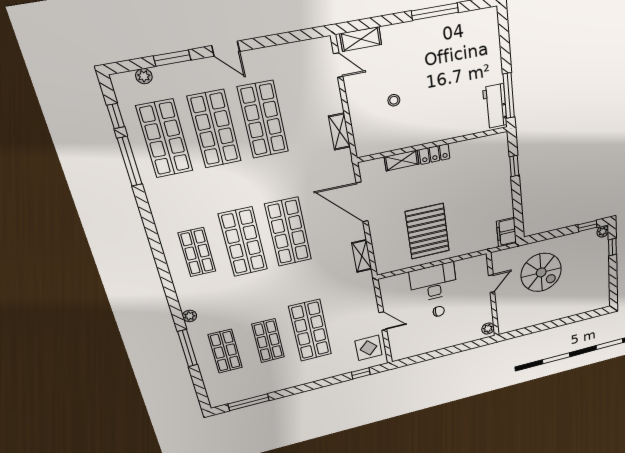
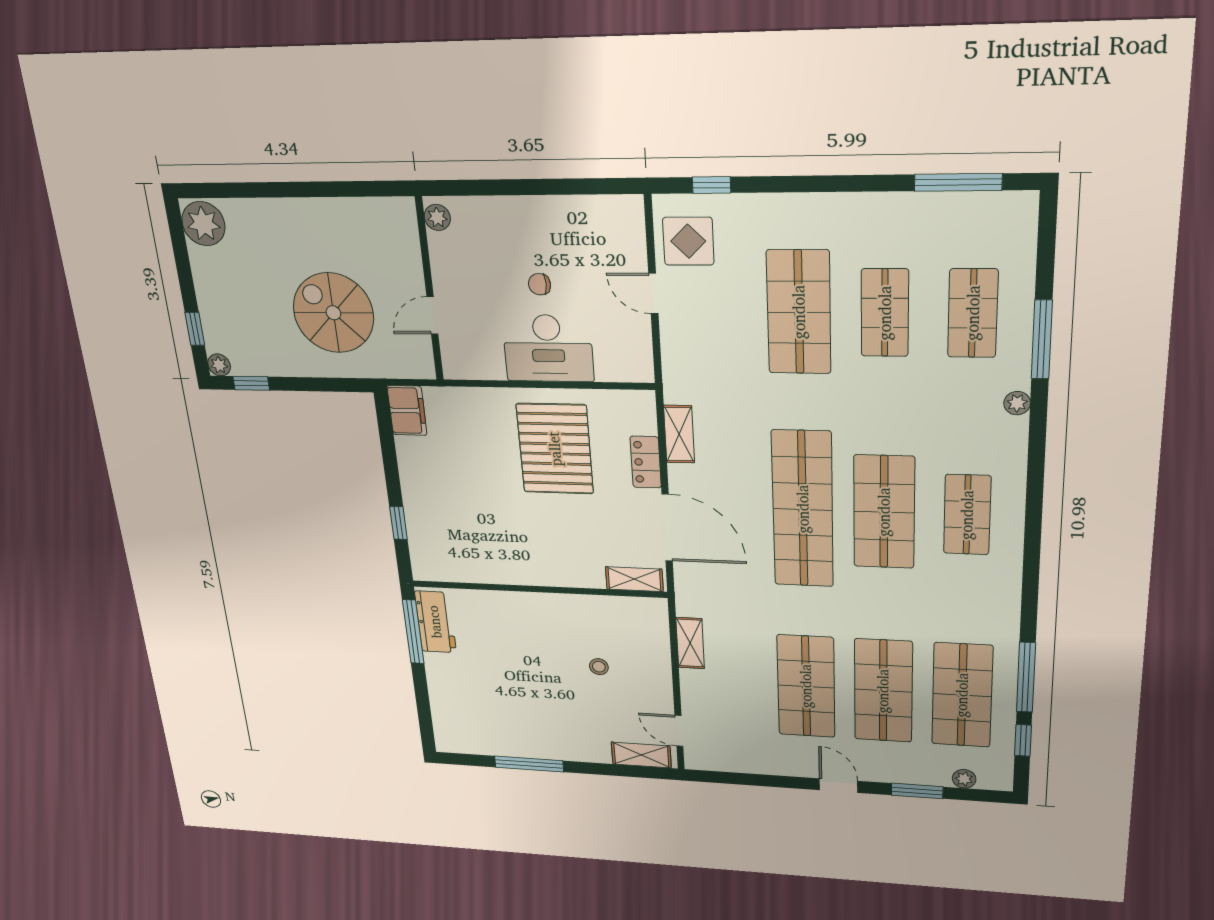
locker: (434, 154) -> (646, 462), moved, turned -90
shelving: (402, 160) -> (634, 579), moved
shop shelf: (288, 232) -> (803, 509), width x1.40
plant: (600, 298) -> (203, 224), added

